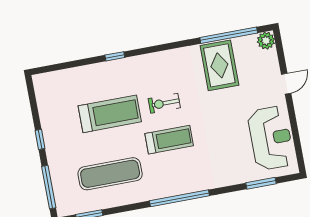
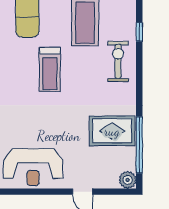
exercise bike: (164, 103) -> (118, 61), moved, width x1.38, depth x1.39

